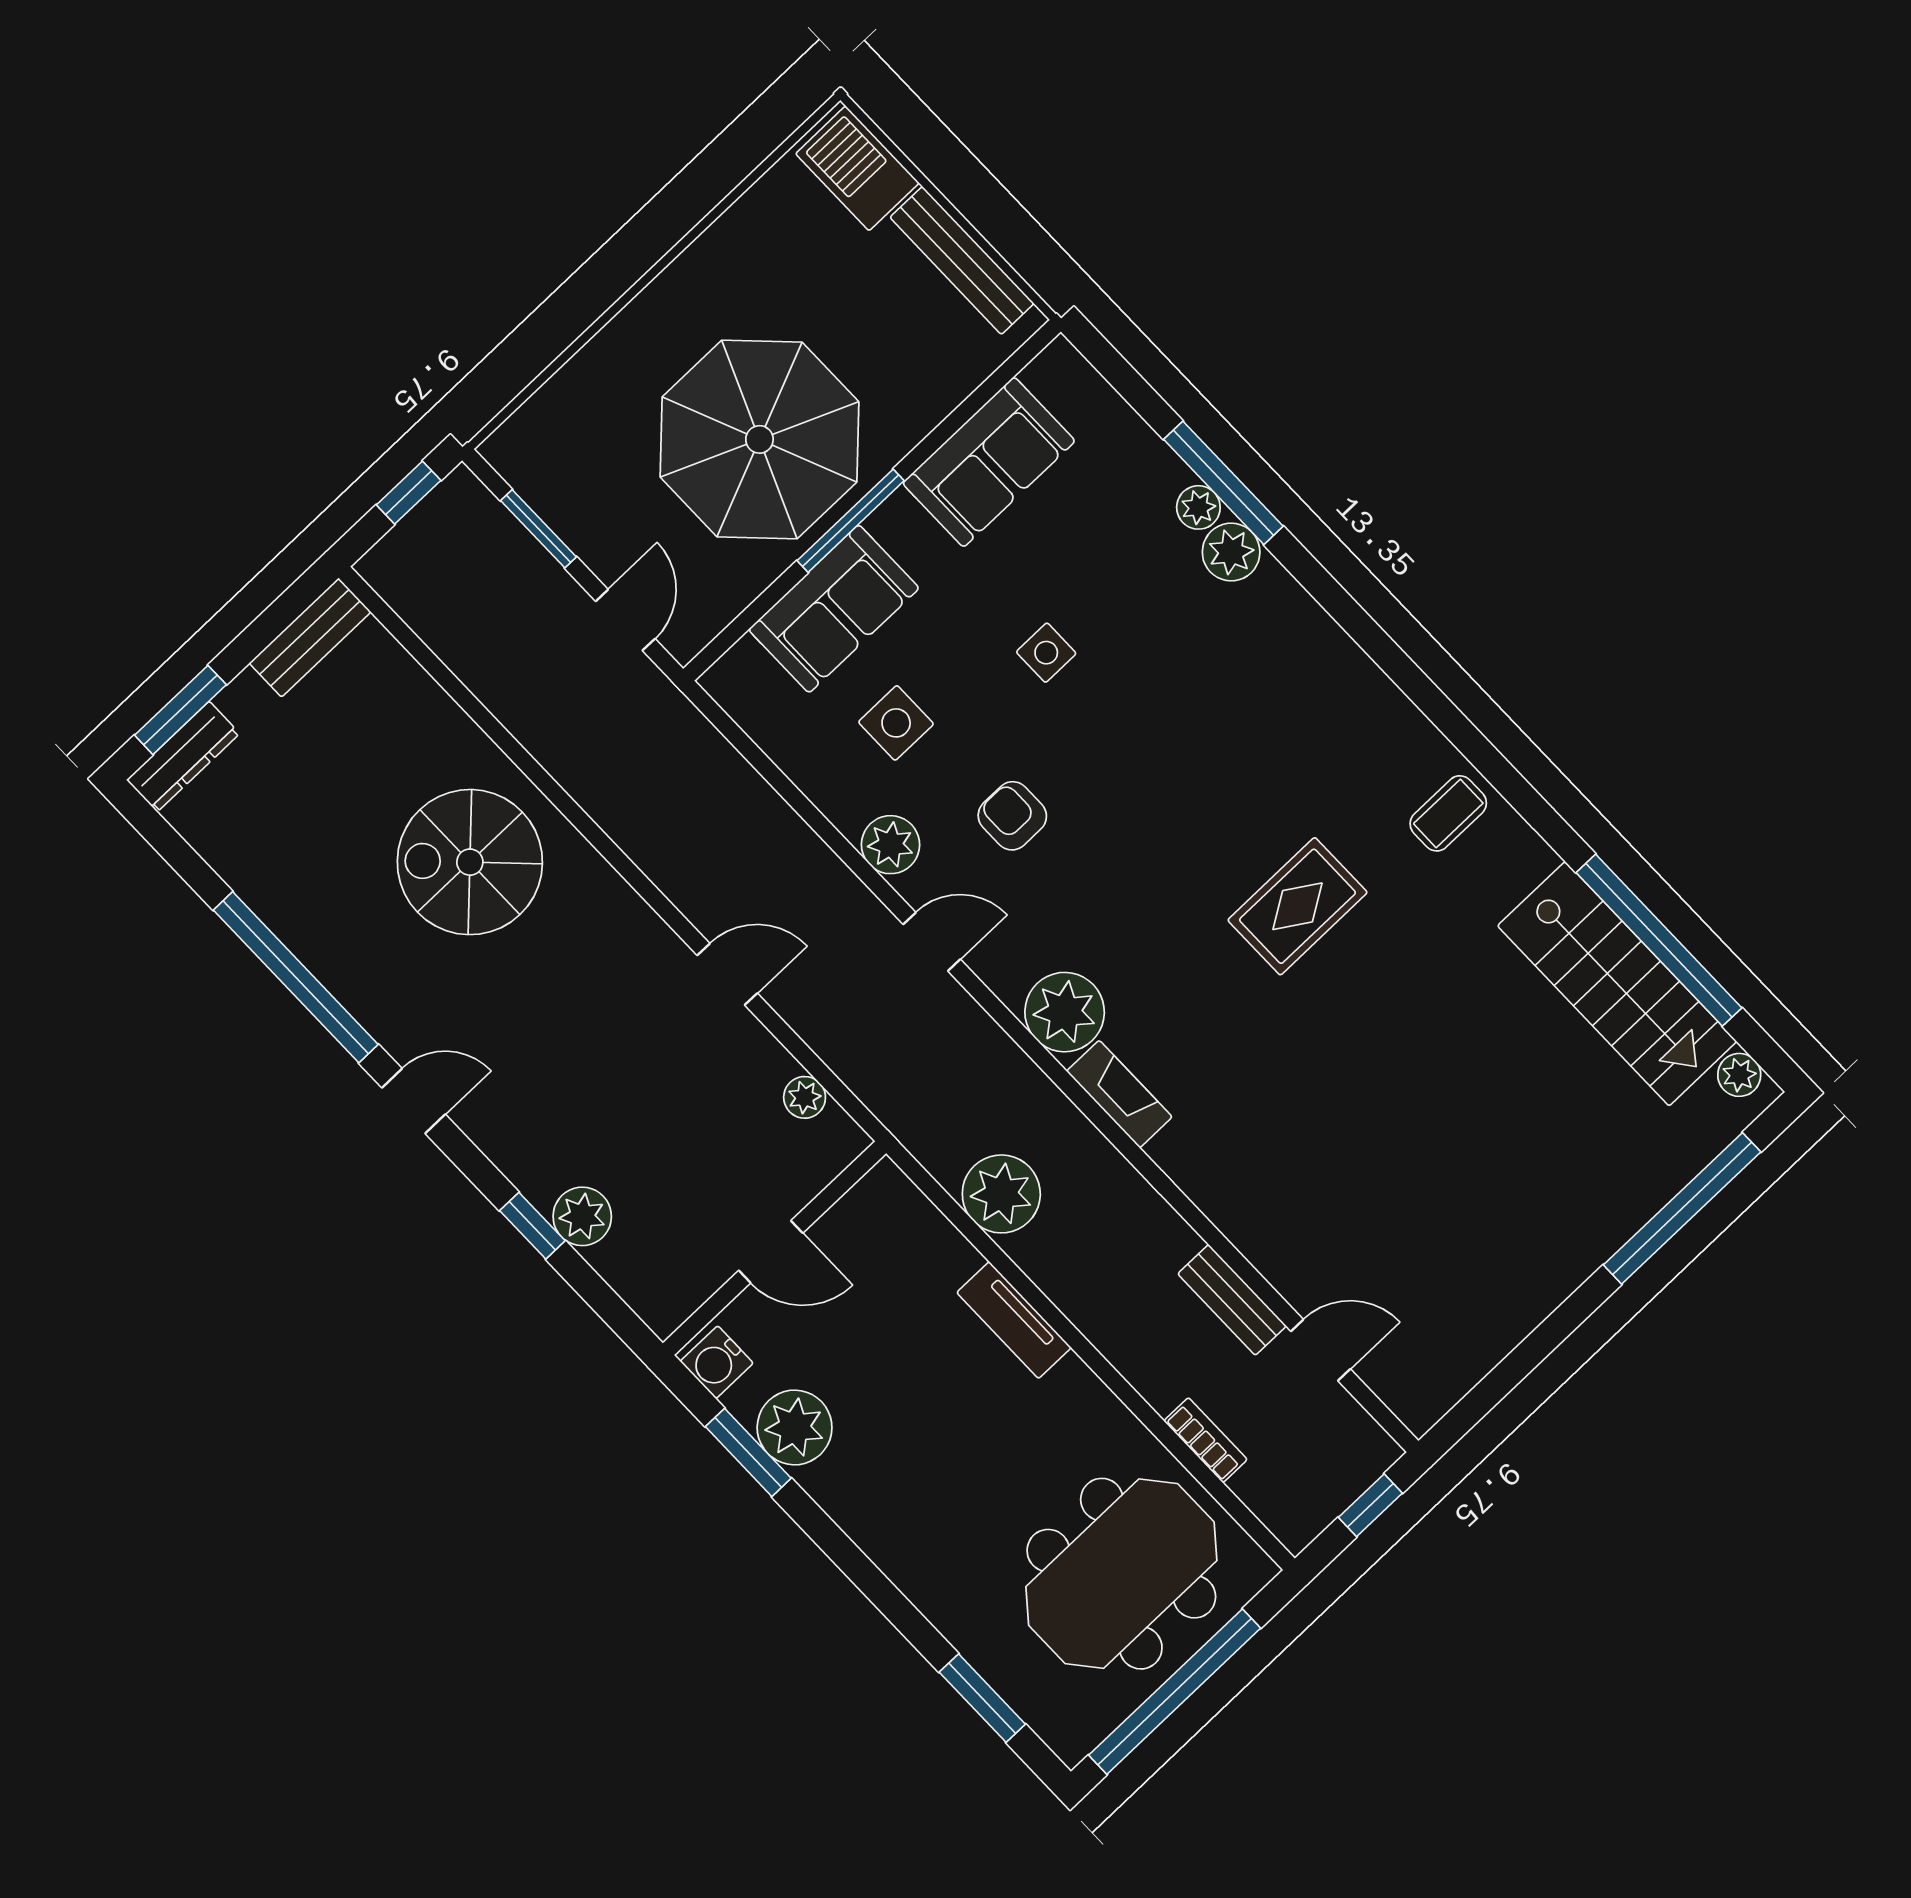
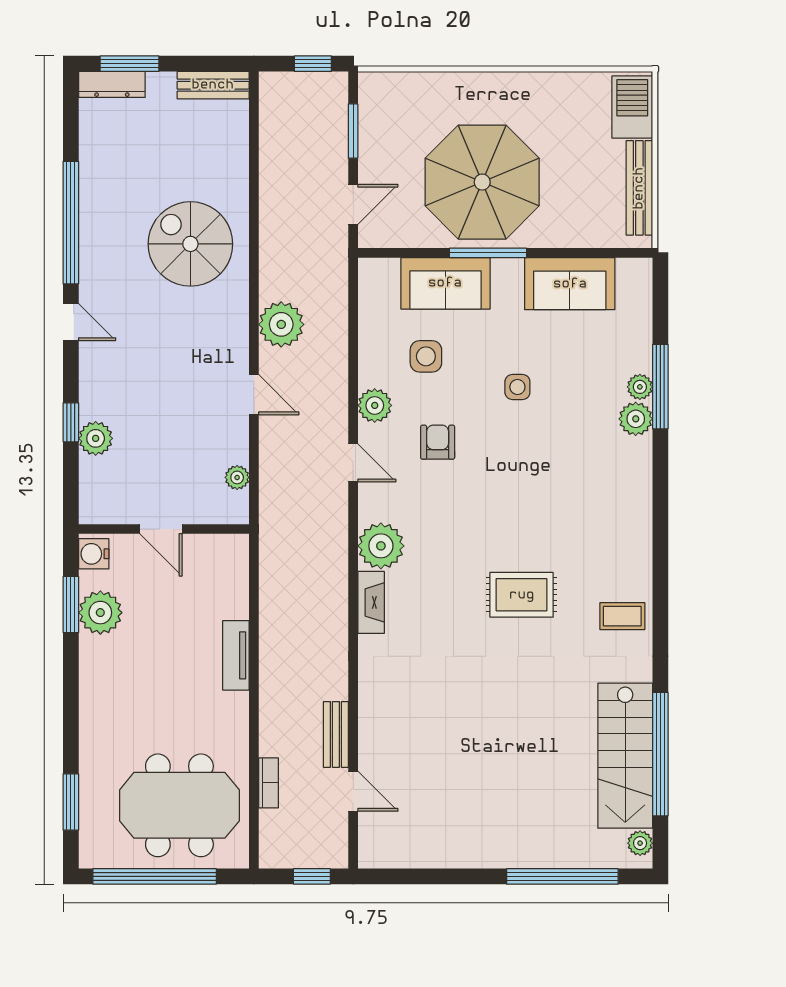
plant: (1001, 1194) -> (281, 324), moved

